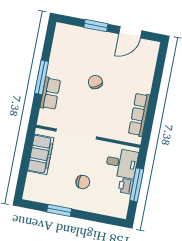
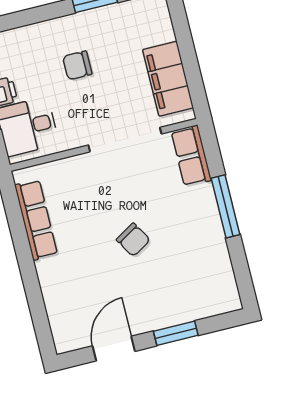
row of seats: (50, 93) -> (191, 156), moved

